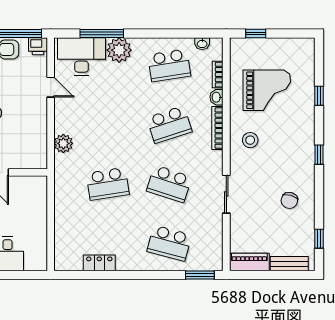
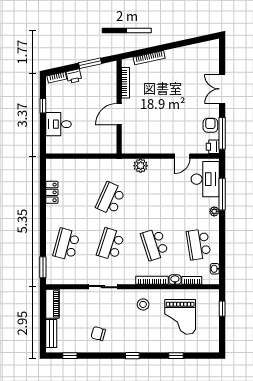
plant: (119, 50) -> (214, 211), width x0.53, depth x0.53
school desk: (108, 184) -> (111, 199), turned 33

